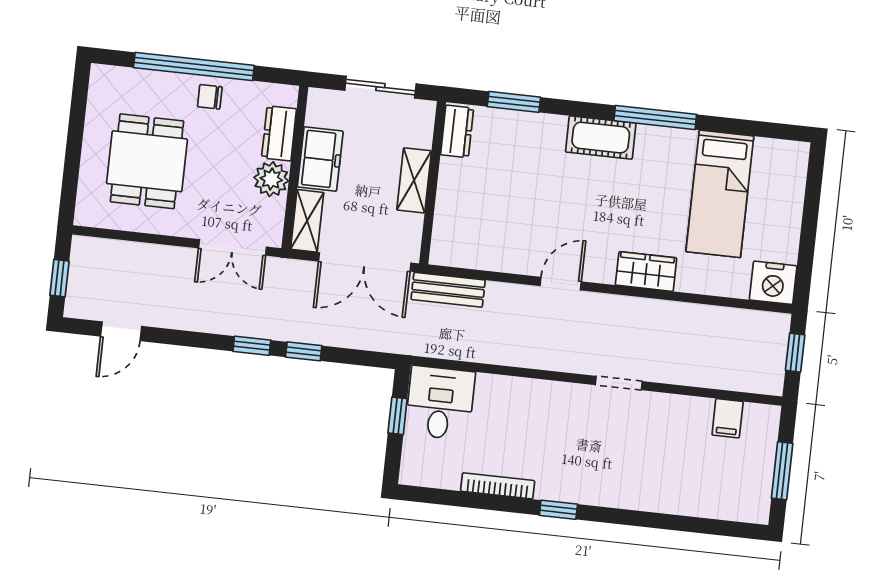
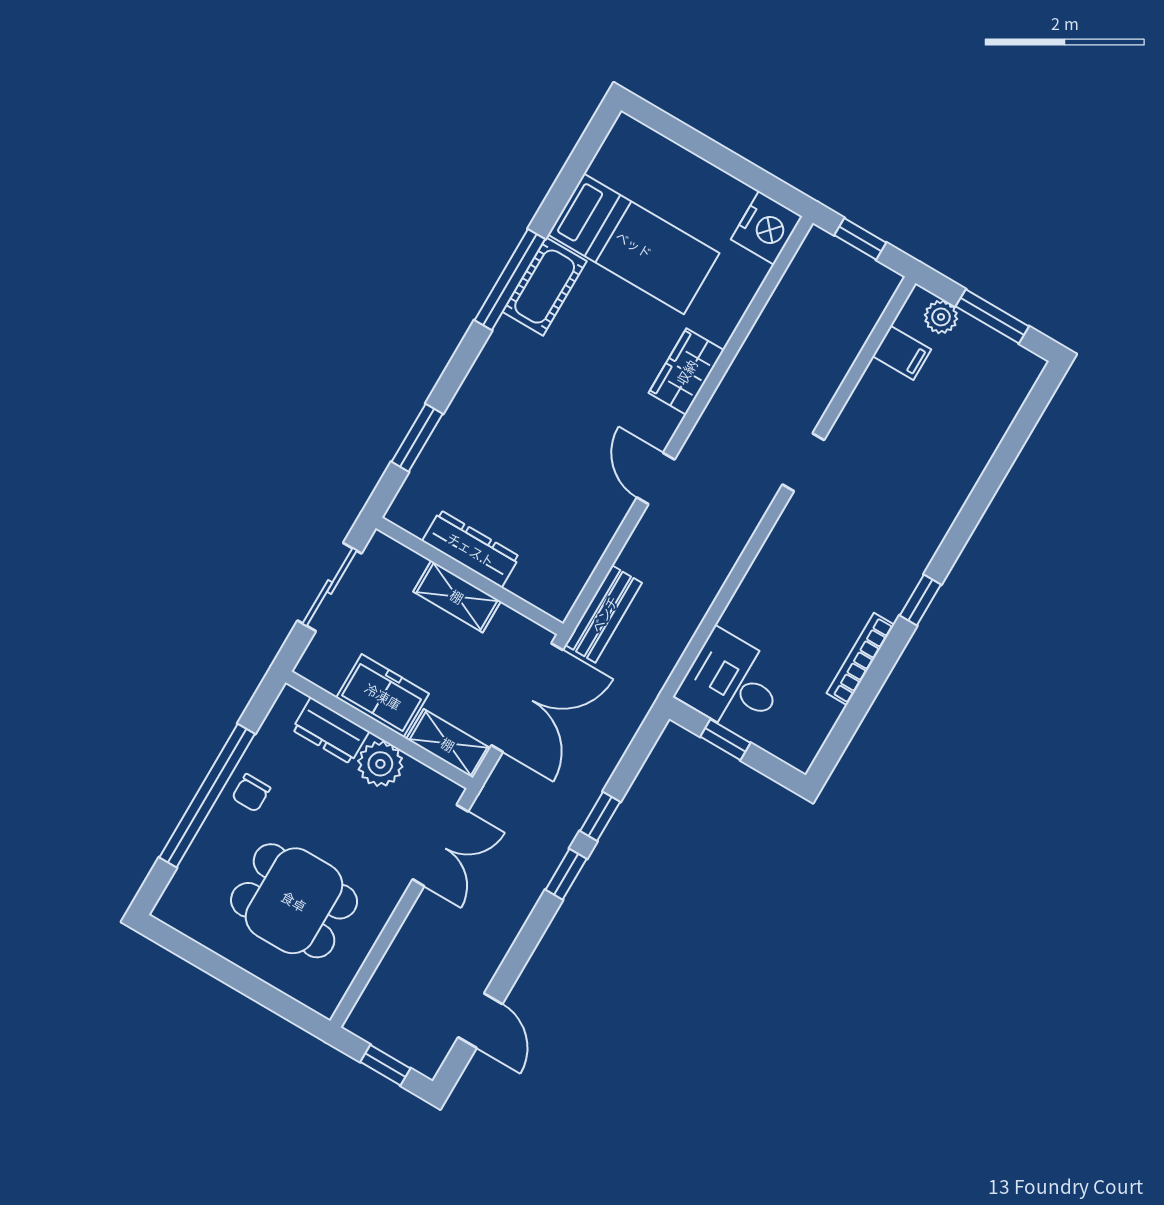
dresser: (457, 131) -> (471, 549), moved, width x1.44
cot: (601, 138) -> (545, 287), moved
plant: (765, 435) -> (941, 317), added

